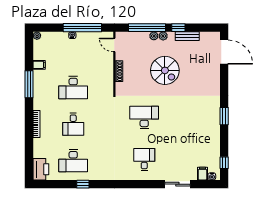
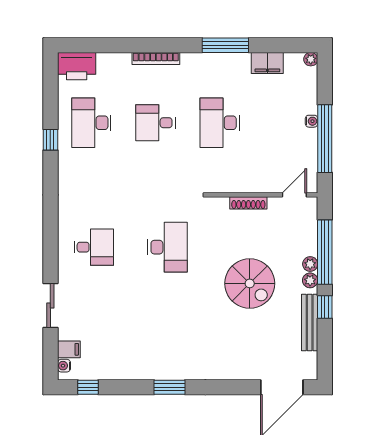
bench: (187, 36) -> (310, 323), width x1.36
filing cabinet: (39, 65) -> (267, 63), width x2.00
spiral stairs: (165, 70) -> (250, 283), turned -90

